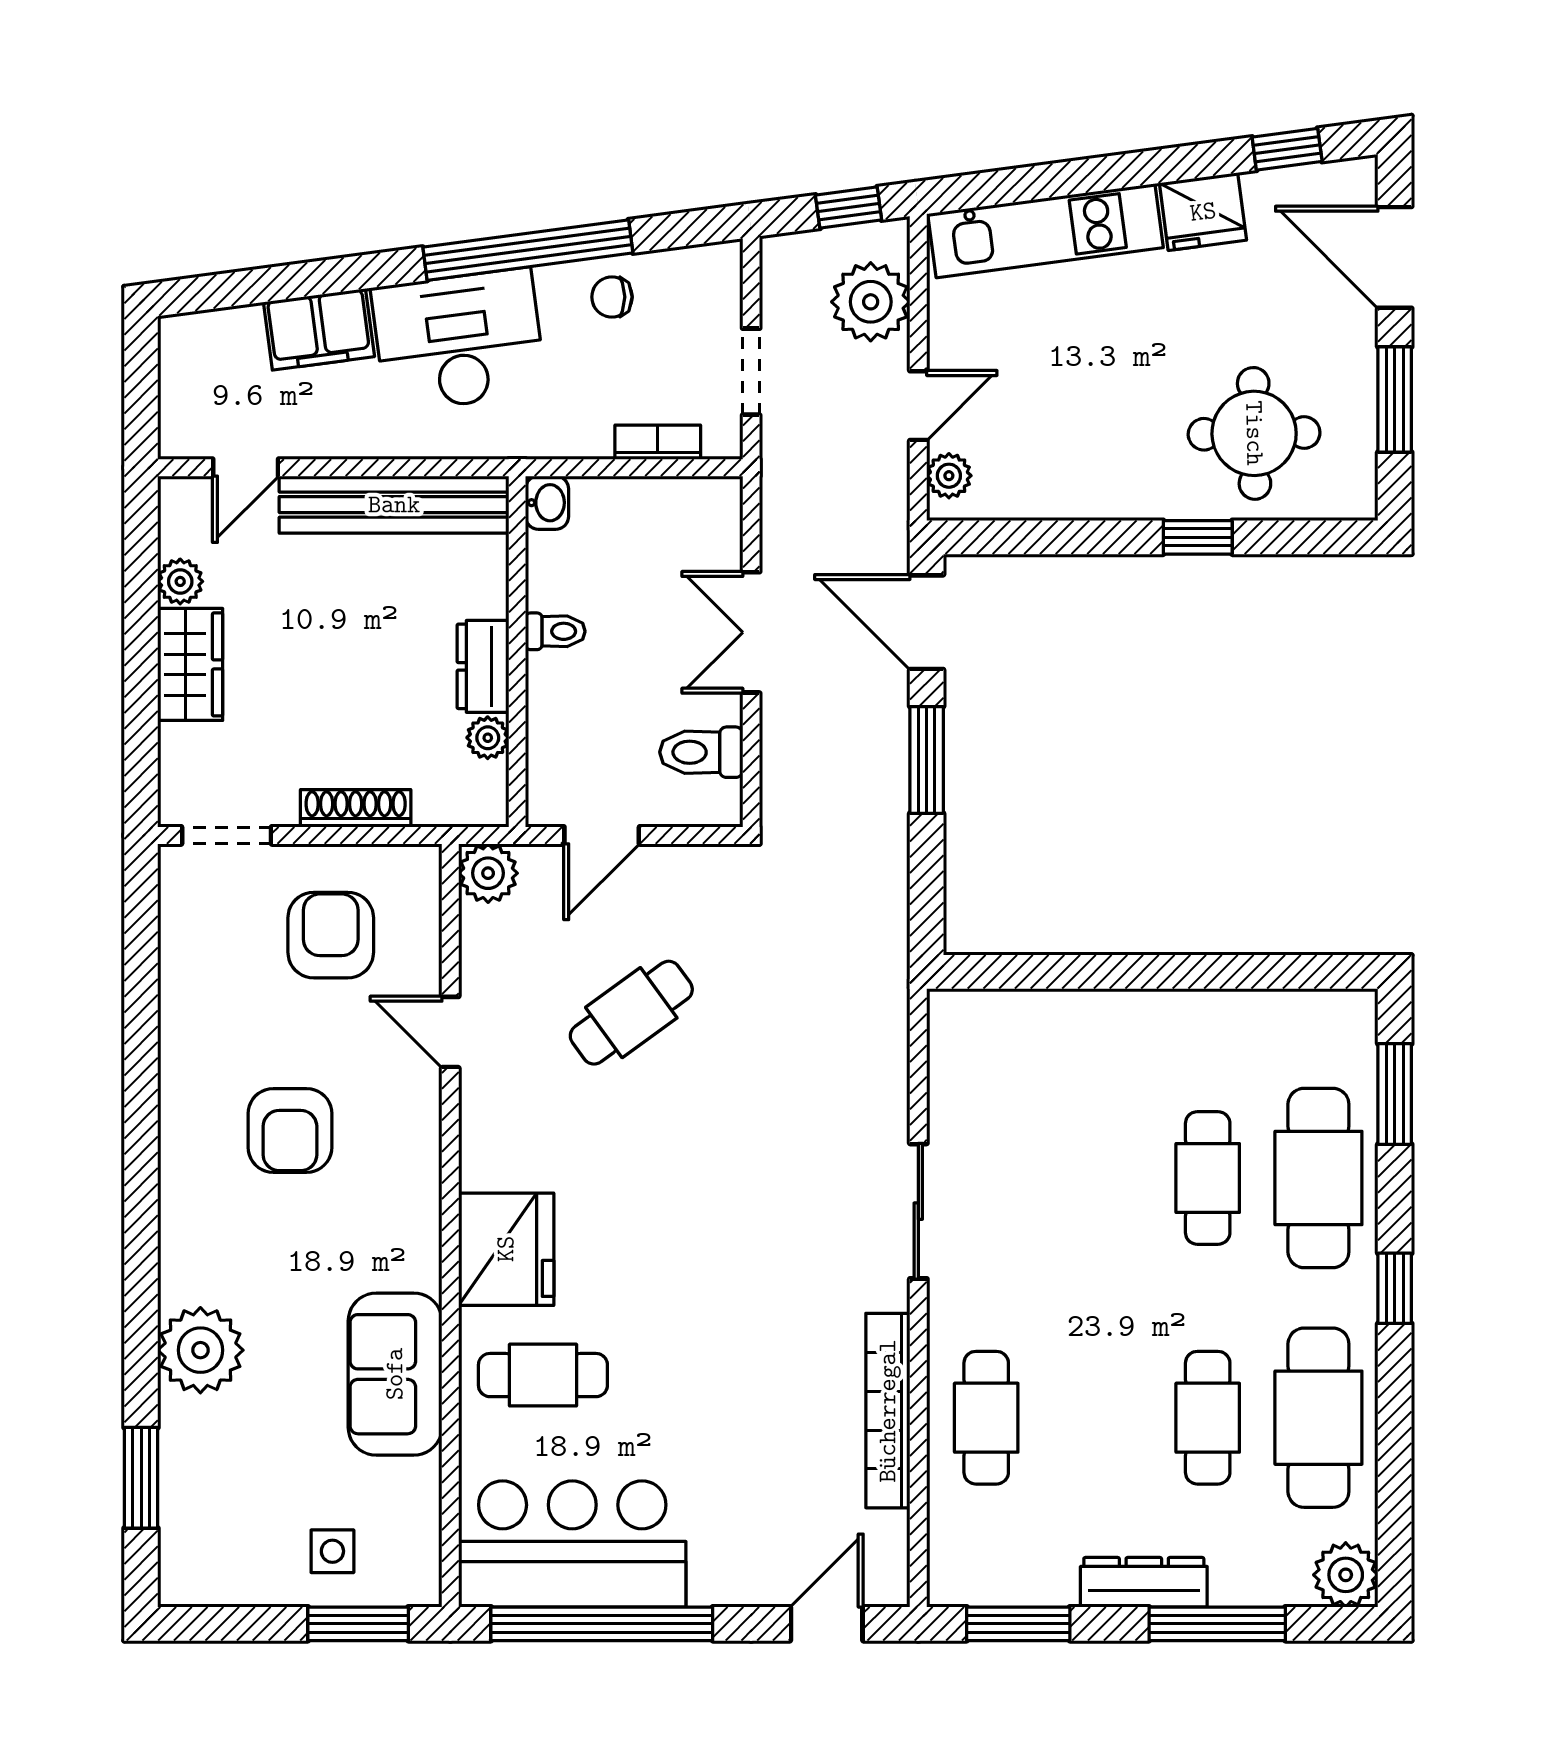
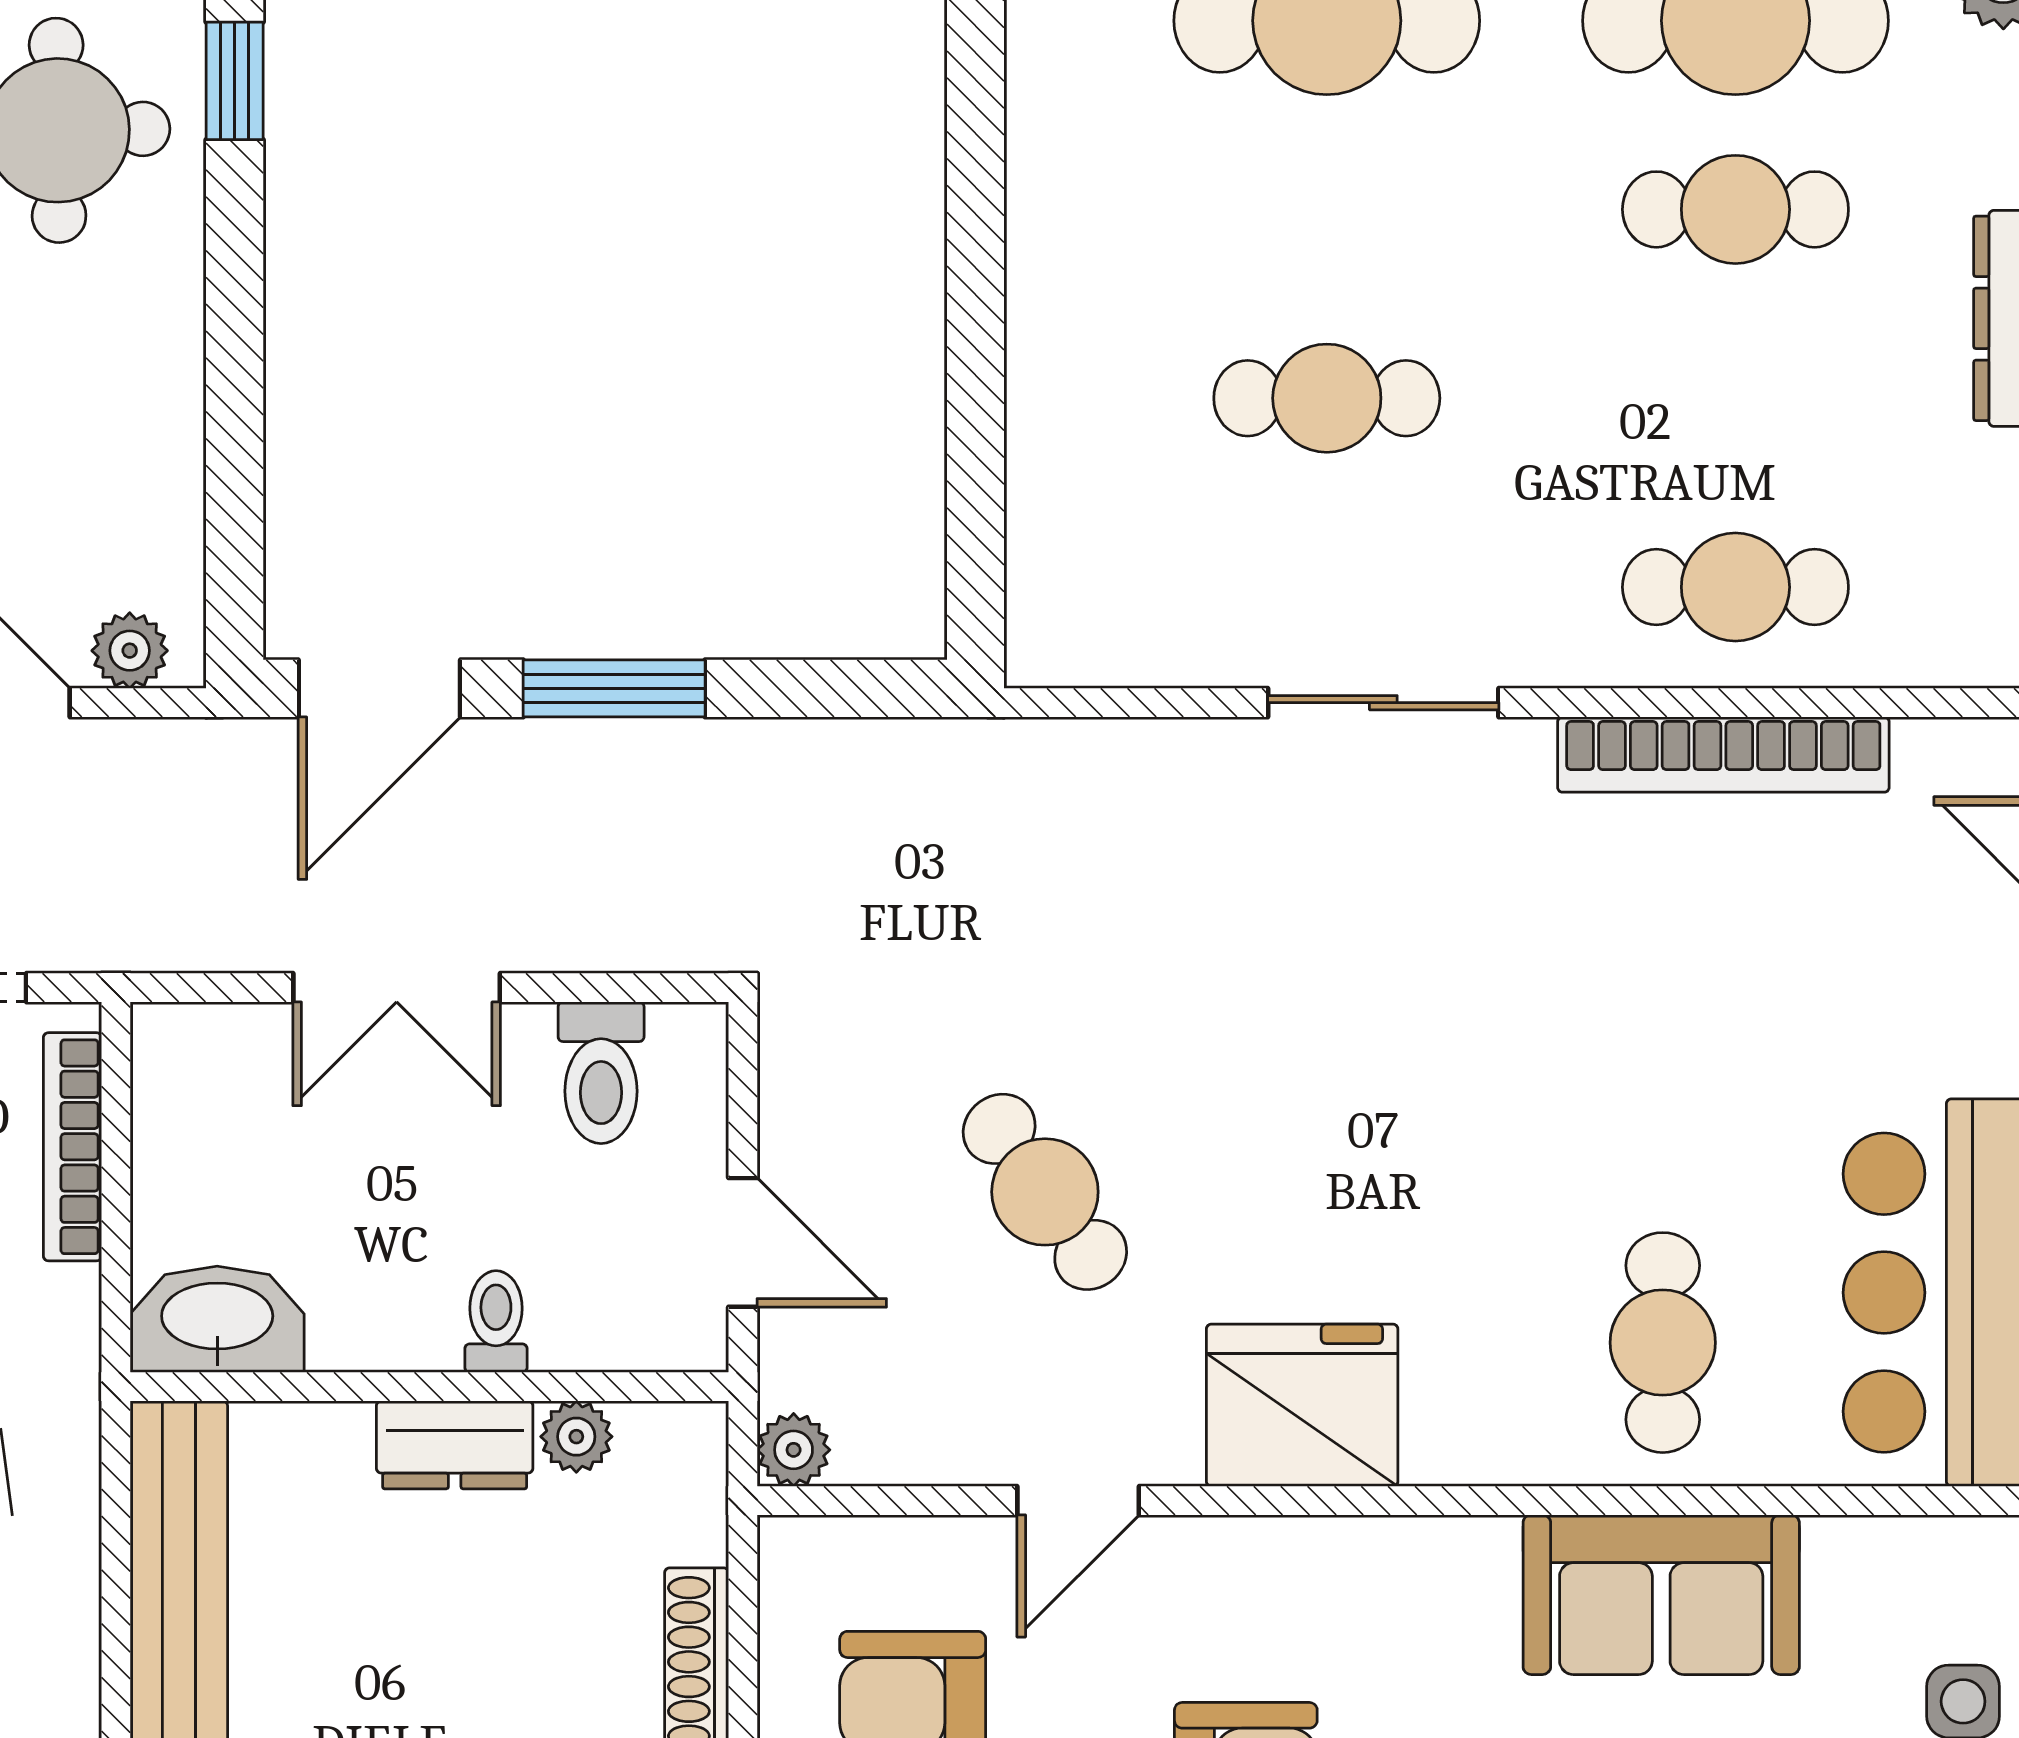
bookcase: (658, 442) -> (73, 1147), width x1.56
washbasin: (547, 503) -> (217, 1319), width x1.91, depth x1.45
window: (1198, 537) -> (235, 81), moved
toilet: (555, 631) -> (496, 1321), moved
plant: (488, 873) -> (794, 1450), width x0.73, depth x0.73
cafe table: (1208, 1178) -> (1327, 398), moved
fridge: (506, 1249) -> (1302, 1405), moved

